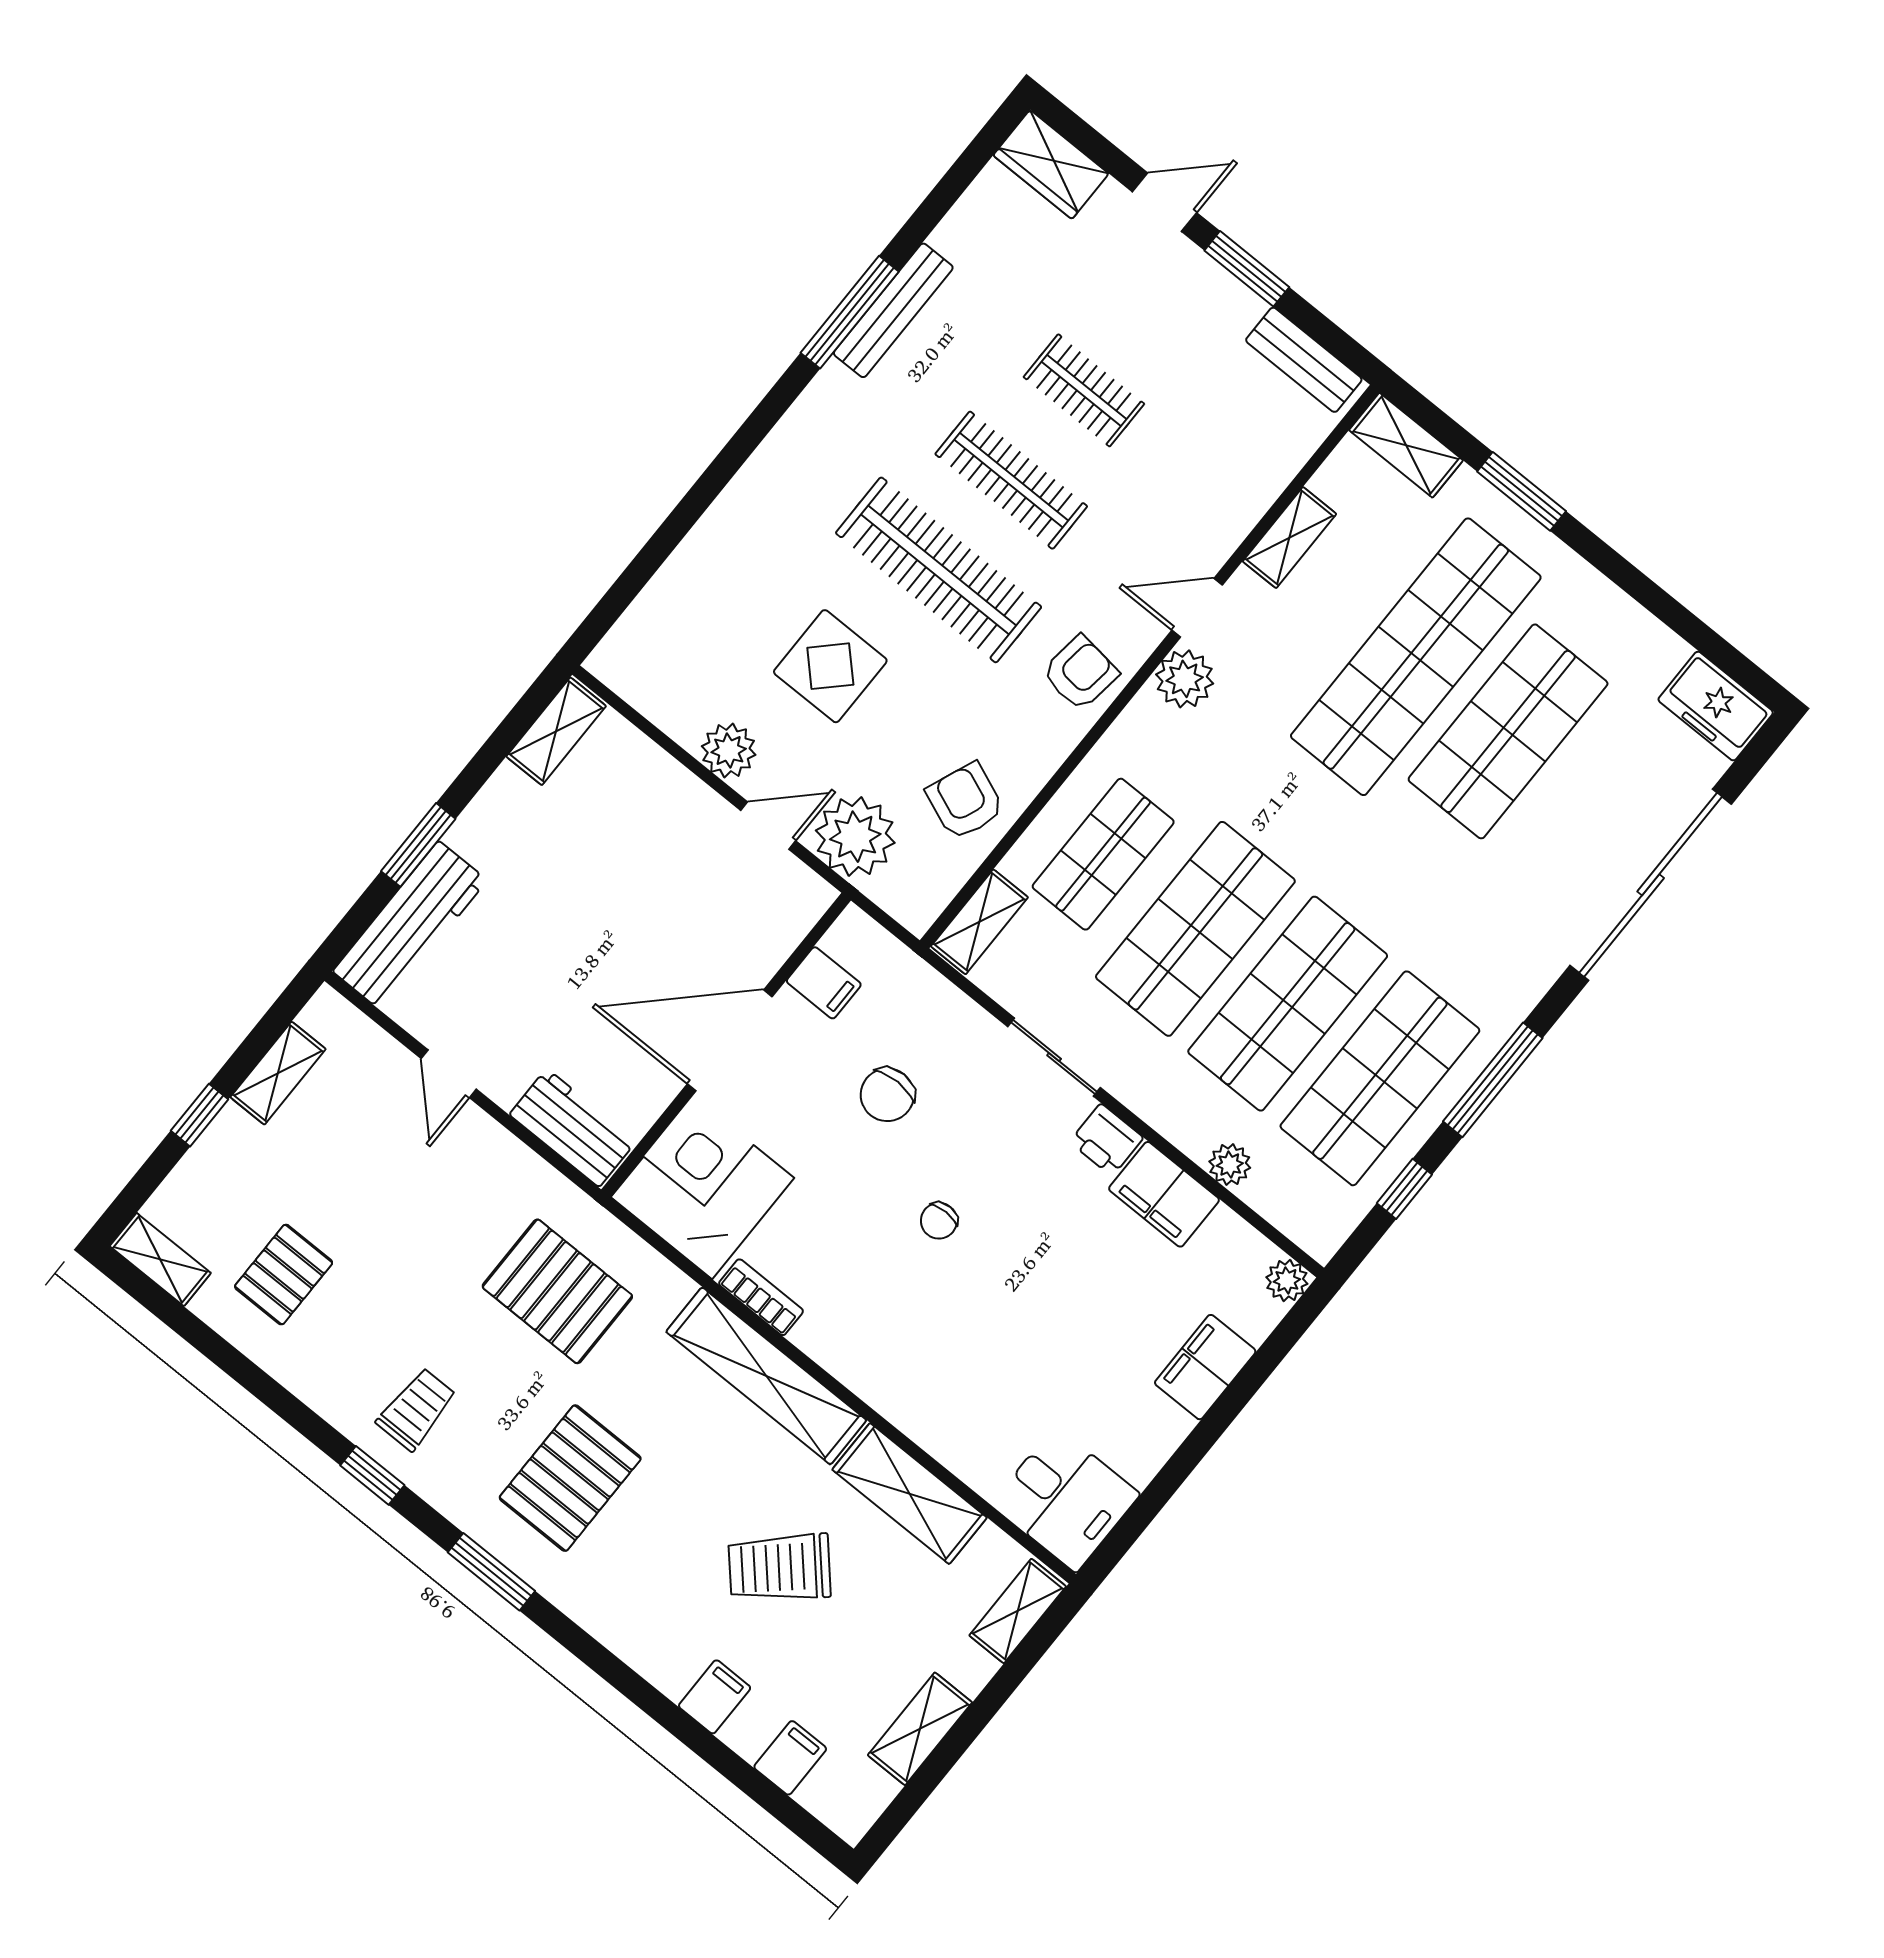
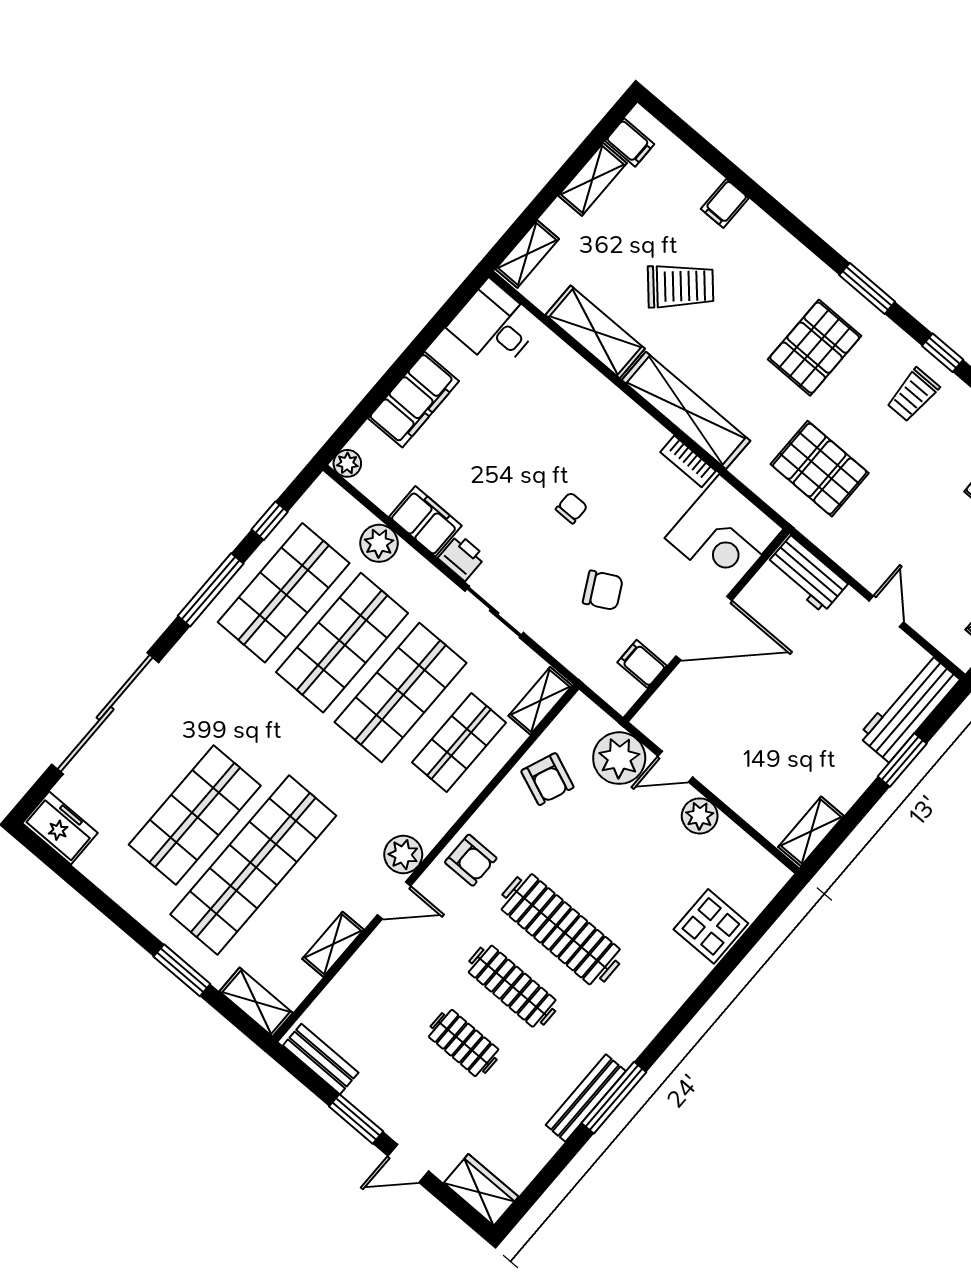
display table: (830, 666) -> (711, 926), moved
armchair: (1080, 673) -> (471, 860), turned -97
chair: (887, 1095) -> (603, 590), turned 62
plant: (1230, 1165) -> (379, 543), width x1.38, depth x1.38
filing cabinet: (1205, 1367) -> (414, 400), width x1.50, depth x1.17
filing cabinet: (790, 1758) -> (630, 143), moved, turned -90

